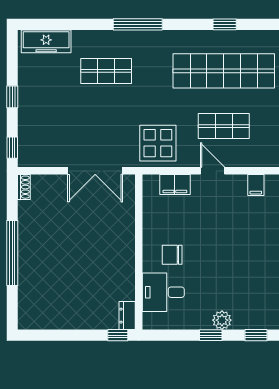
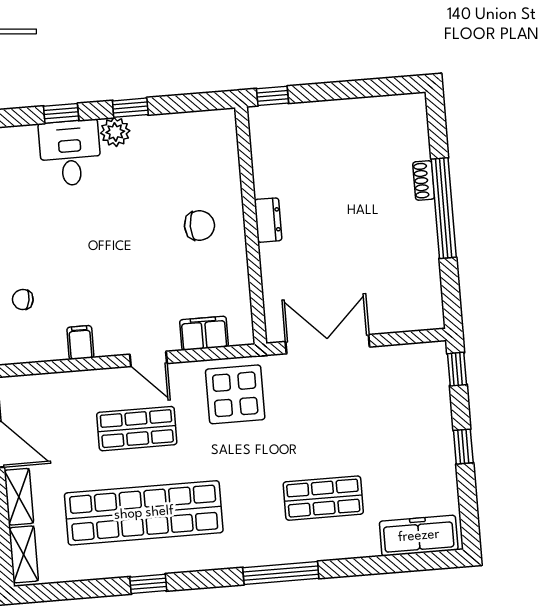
shoe rack: (24, 187) -> (424, 180), moved
desk: (163, 292) -> (70, 153), moved, turned -90
dresser: (127, 316) -> (268, 220), moved

